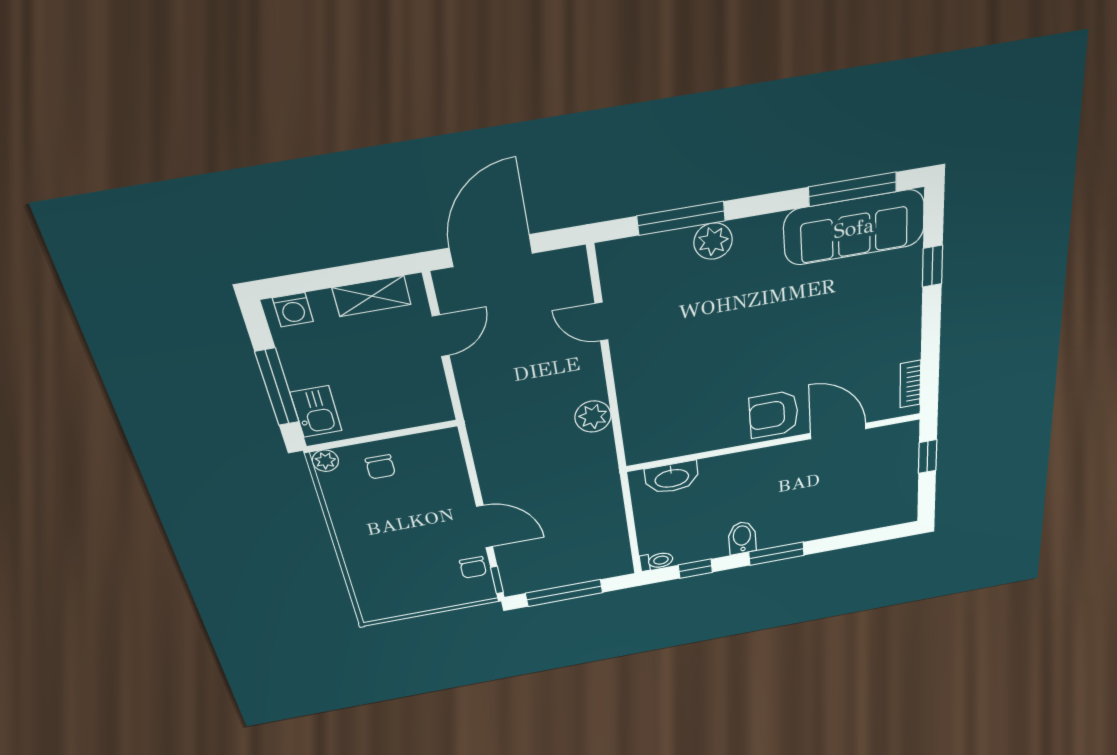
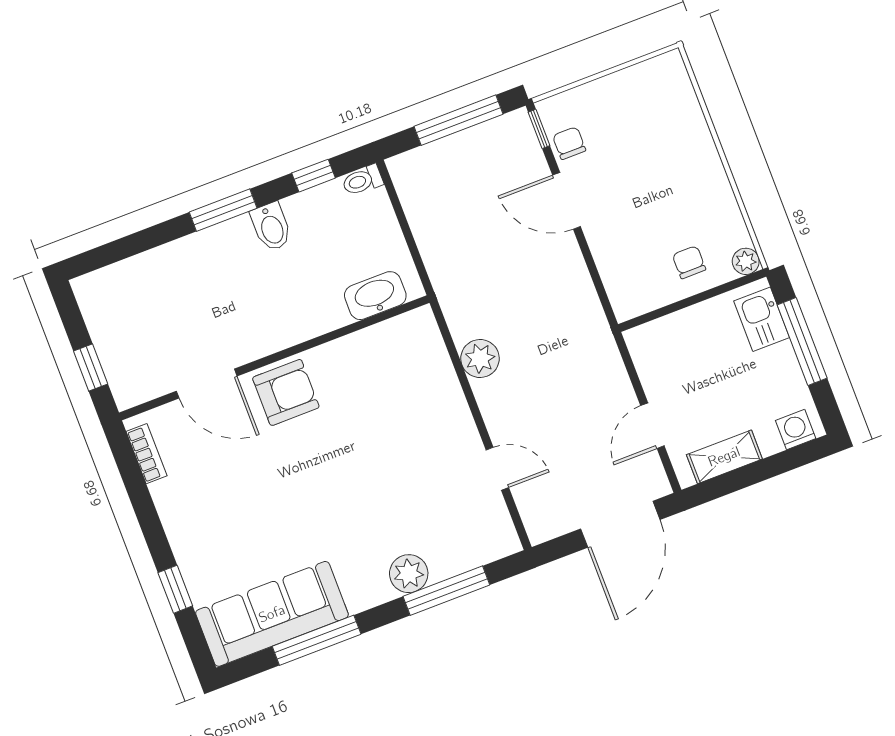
window: (852, 189) -> (317, 640), moved

